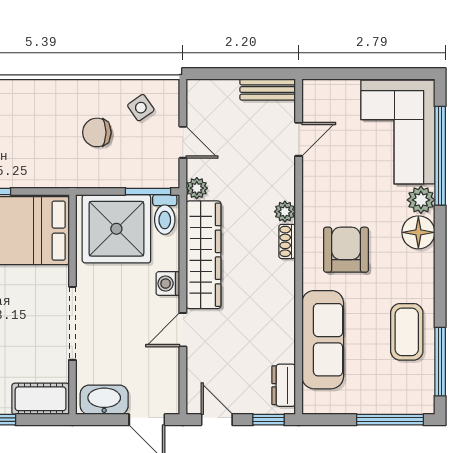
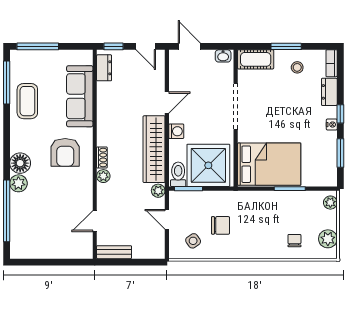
corner sofa: (398, 132) -> (33, 226), removed
washbasin: (104, 400) -> (223, 56), width x0.52, depth x0.69

